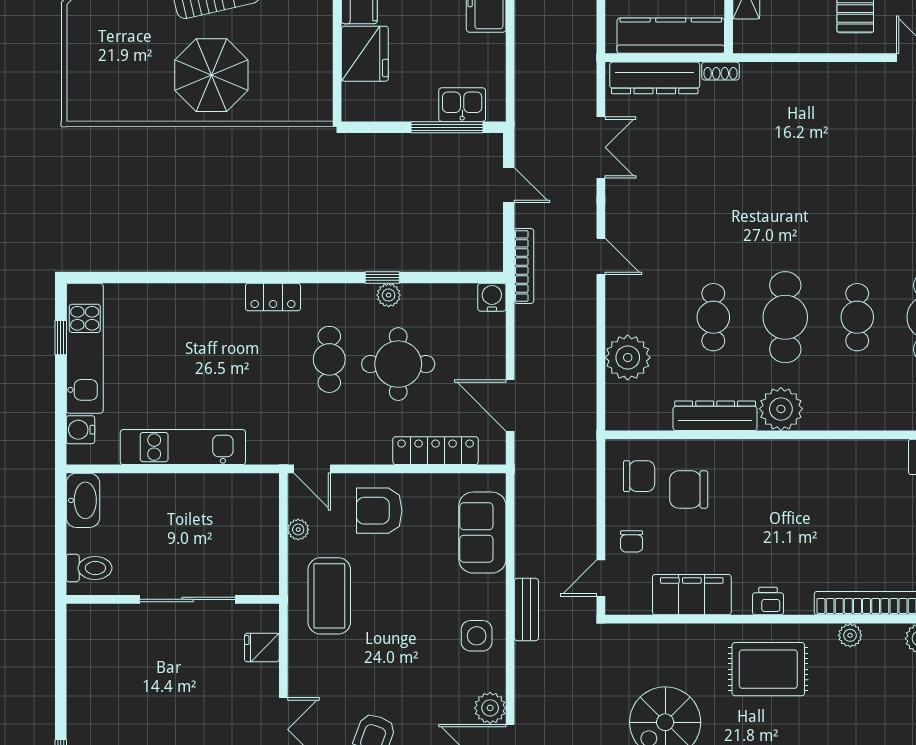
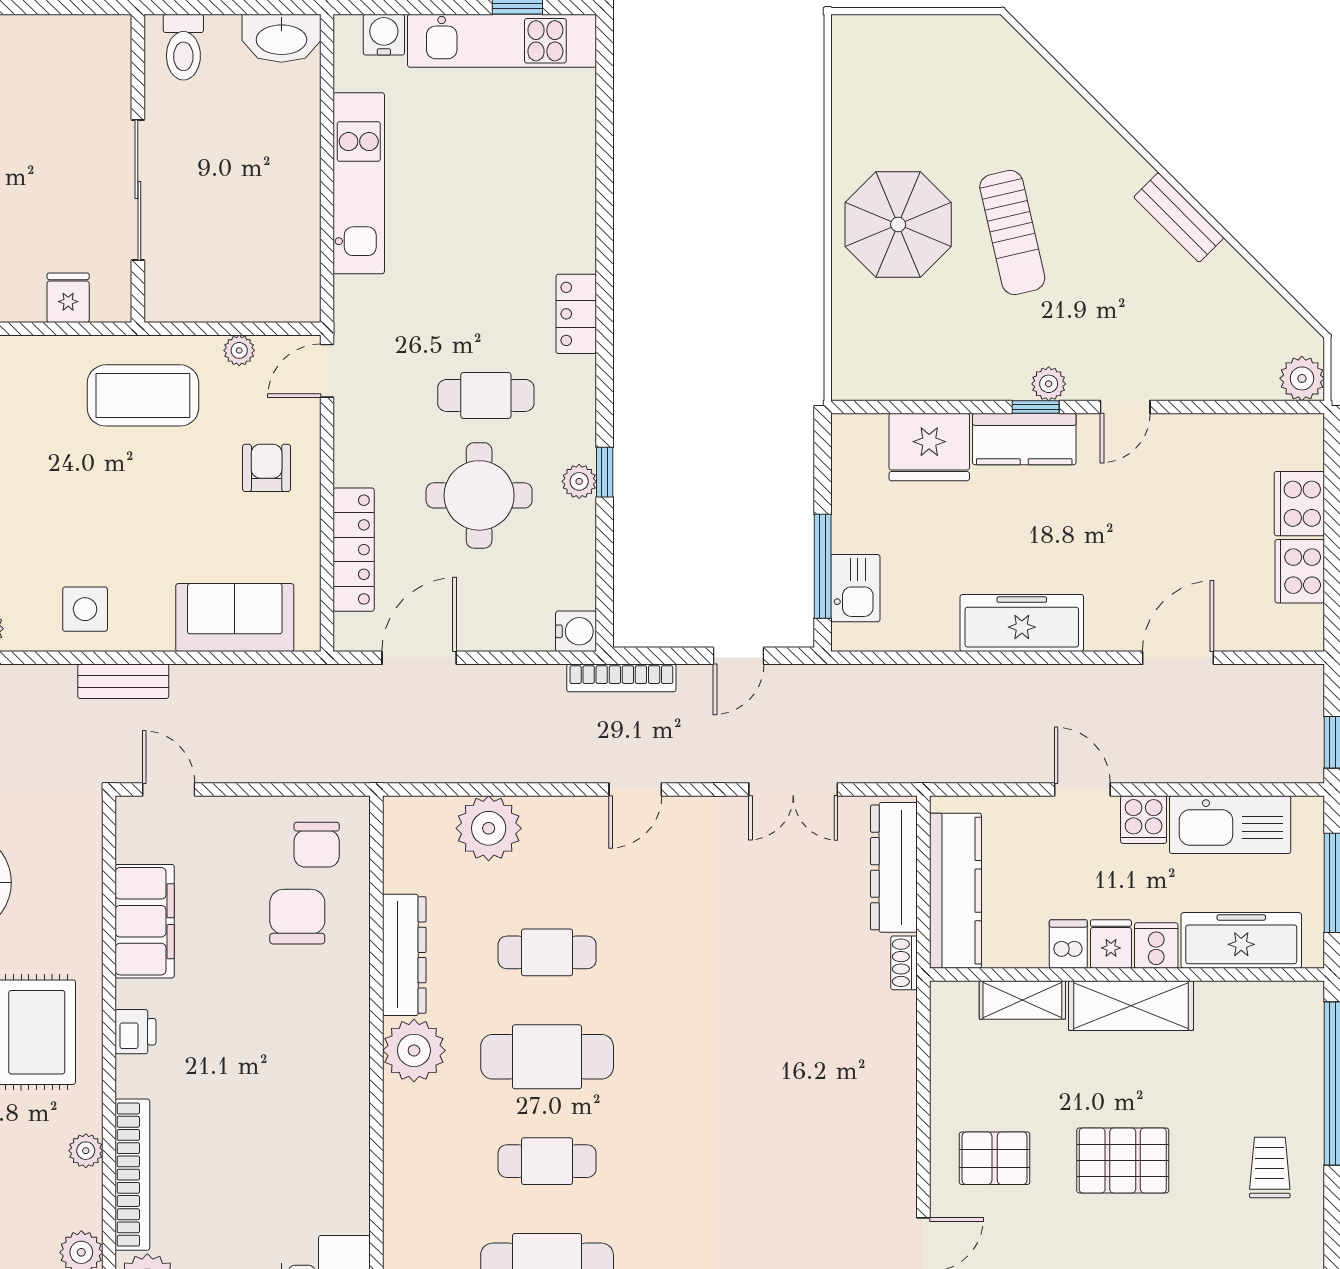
armchair: (379, 511) -> (267, 468), width x0.72, depth x0.72
chair: (632, 541) -> (222, 834), removed

